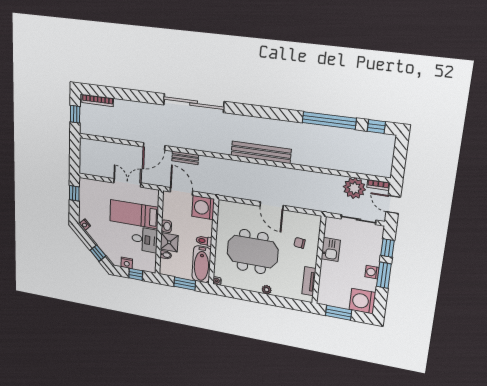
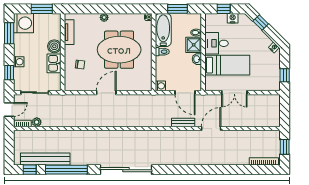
sliding door: (194, 103) -> (126, 170), moved
bench: (261, 152) -> (45, 159), moved
plant: (354, 188) -> (37, 122), width x0.53, depth x0.53
door: (393, 204) -> (9, 109), hinge flipped
door: (272, 206) -> (106, 93), hinge flipped
washing machine: (203, 208) -> (160, 86), width x0.53, depth x0.53
boiler: (328, 269) -> (54, 46), added
washing machine: (372, 272) -> (19, 62), moved
window: (384, 275) -> (9, 33), moved

